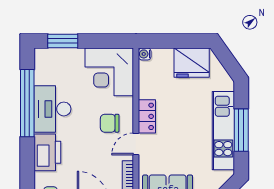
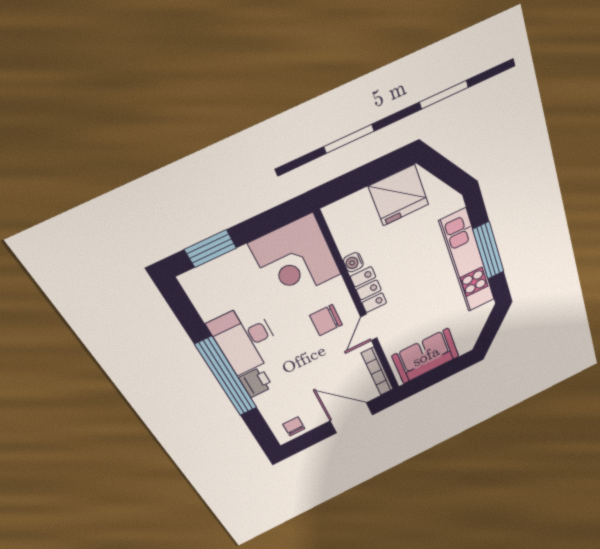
water cooler: (145, 54) -> (353, 262), moved
window: (27, 103) -> (227, 377), moved
printer: (47, 152) -> (256, 382), width x0.53, depth x0.68

